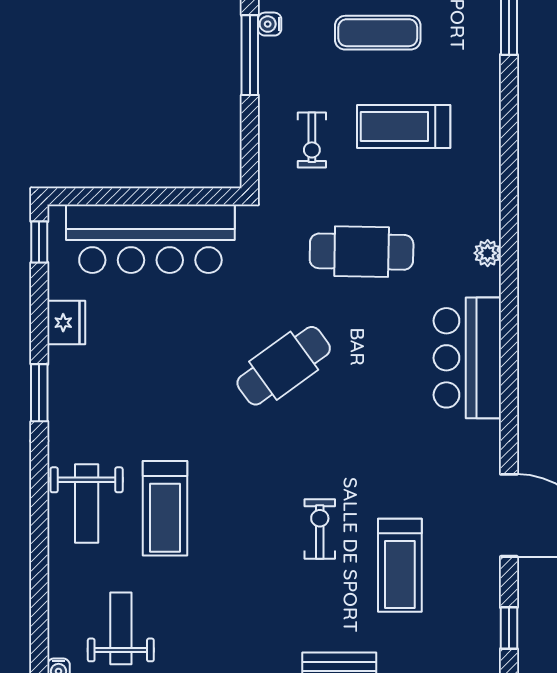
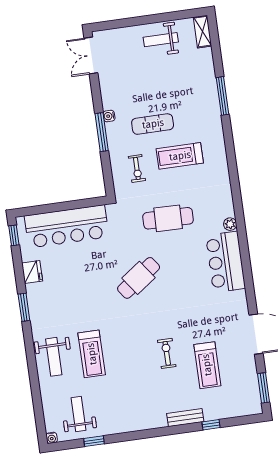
exercise mat: (378, 33) -> (153, 124), moved
plant: (488, 253) -> (230, 224), moved
window: (509, 628) -> (264, 388), width x1.50

